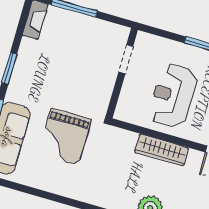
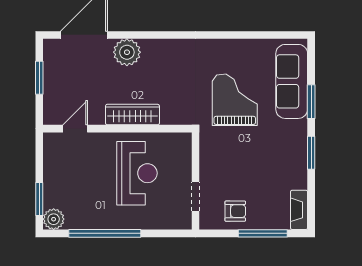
armchair: (93, 35) -> (235, 211), added

